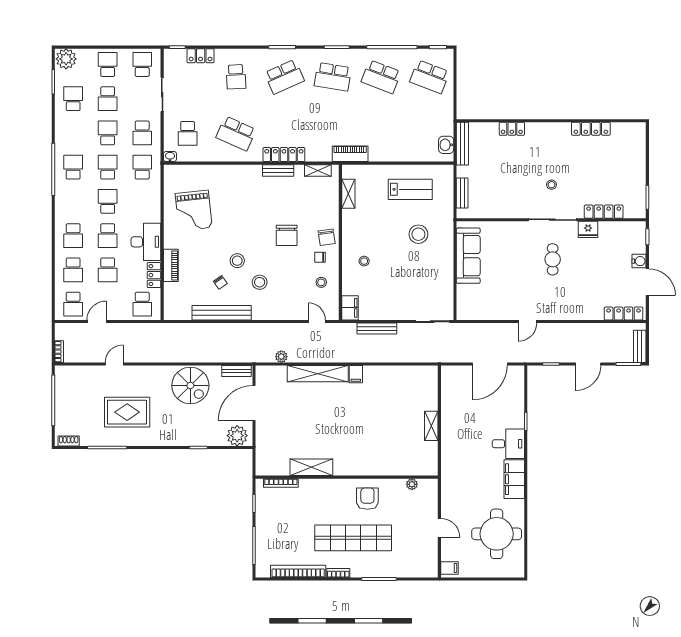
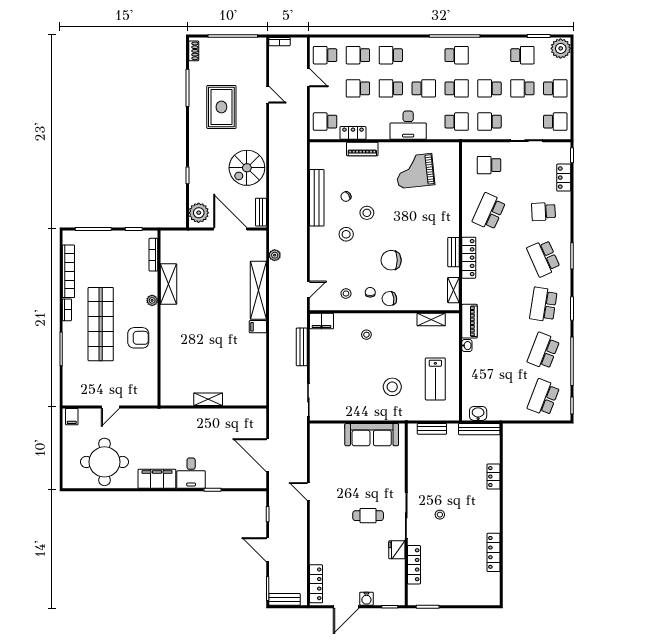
school desk: (108, 133) -> (489, 88), turned 180
washbasin: (170, 156) -> (467, 346), moved
desk: (146, 242) -> (408, 125), moved
plant: (412, 484) -> (152, 300), moved

